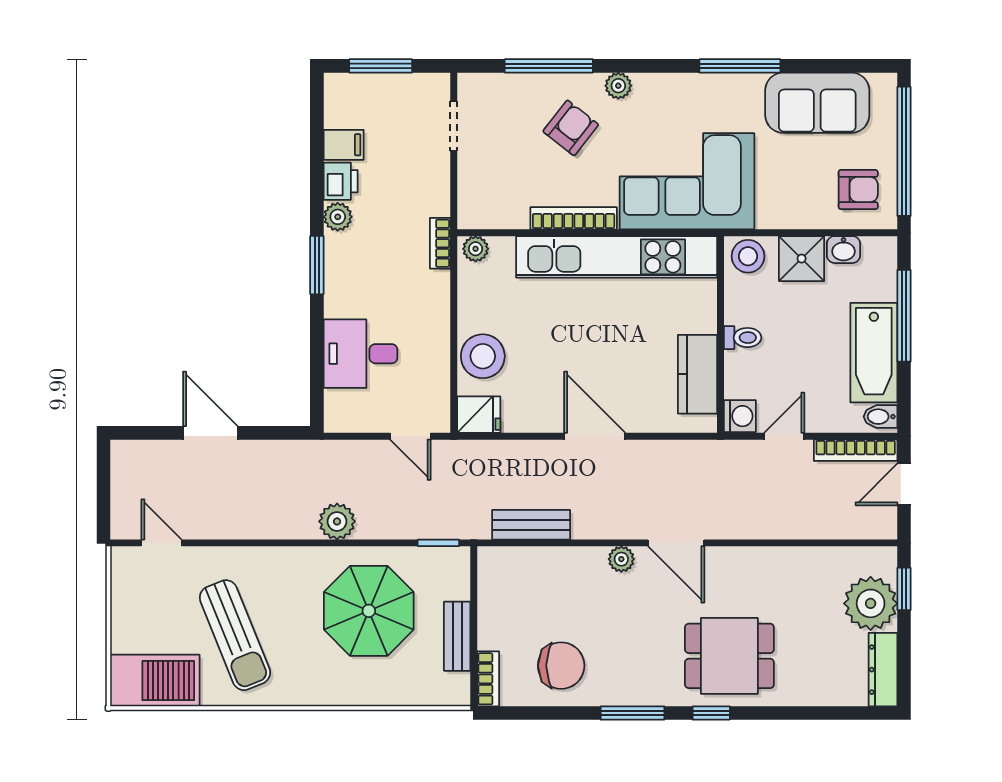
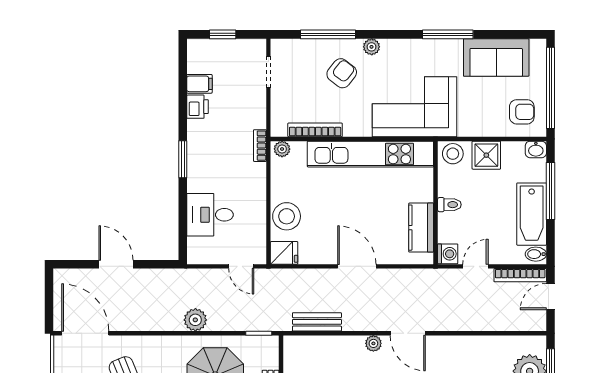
window: (381, 66) -> (223, 34), width x0.67
plant: (338, 217) -> (196, 129), removed
bookcase: (574, 218) -> (315, 130), moved
washbasin: (844, 250) -> (536, 149), moved
door: (162, 543) -> (85, 333), width x1.88

